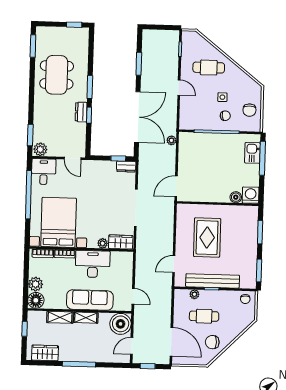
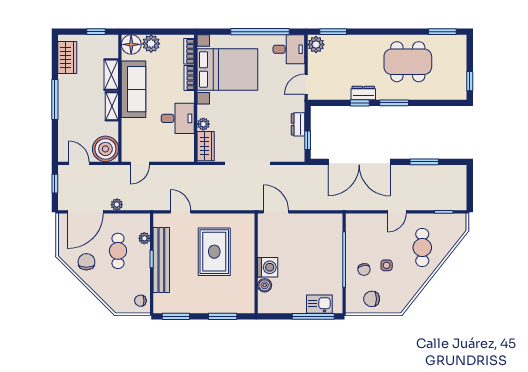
plant: (171, 140) -> (117, 205), moved
dresser: (126, 167) -> (298, 124), moved
washing machine: (251, 195) -> (268, 267), moved
rug: (207, 238) -> (214, 252), turned 90
desk: (93, 264) -> (178, 118), width x0.73
sofa: (90, 300) -> (133, 89), moved

